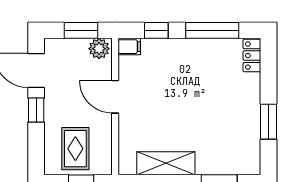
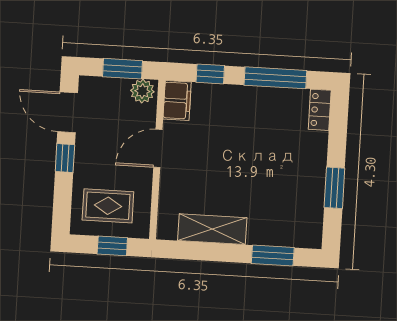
filing cabinet: (129, 47) -> (177, 101), width x2.00
door: (115, 97) -> (158, 148), hinge flipped
rug: (75, 149) -> (108, 206), turned 90

